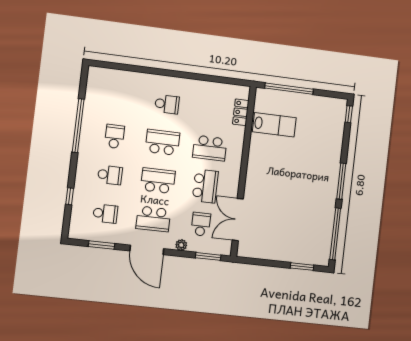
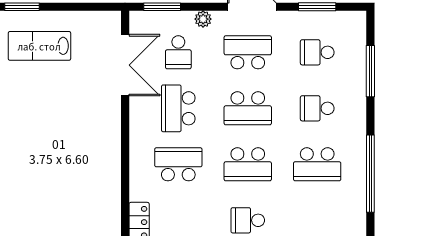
lab bench: (274, 125) -> (39, 46), moved
school desk: (115, 137) -> (317, 164), width x1.85
window: (70, 196) -> (370, 71), width x2.17

